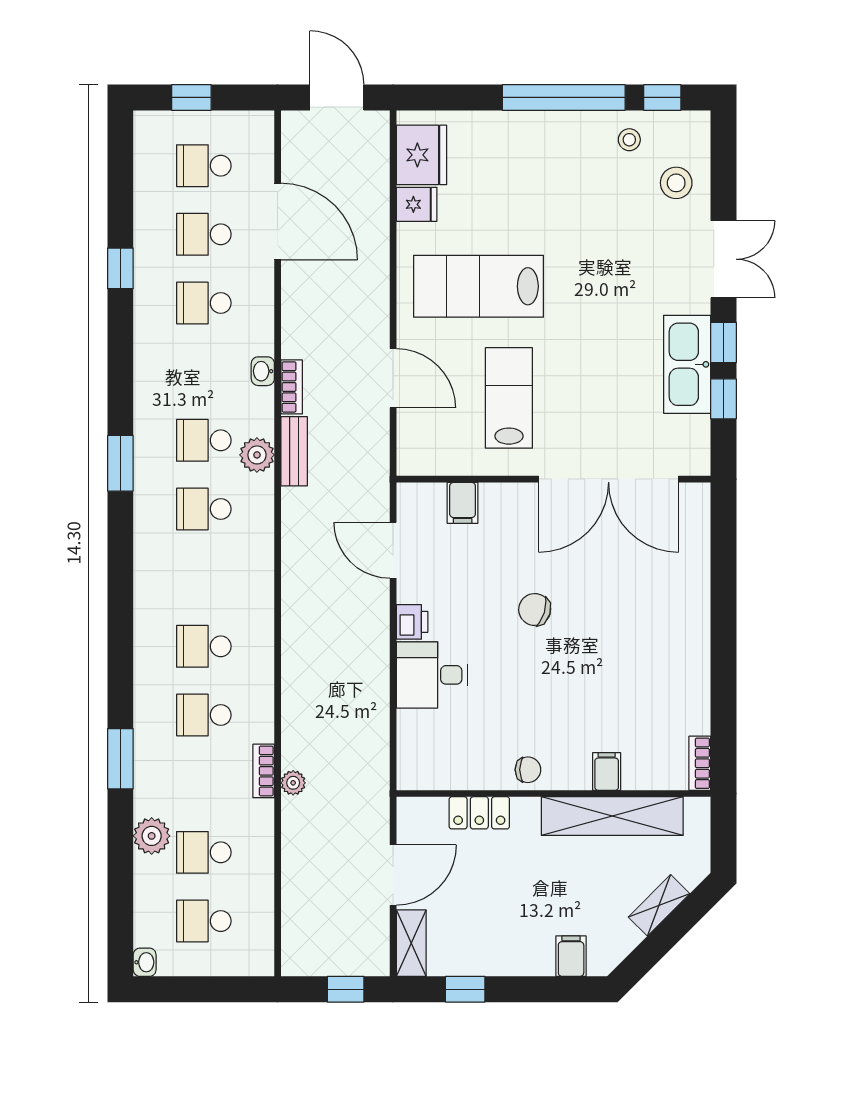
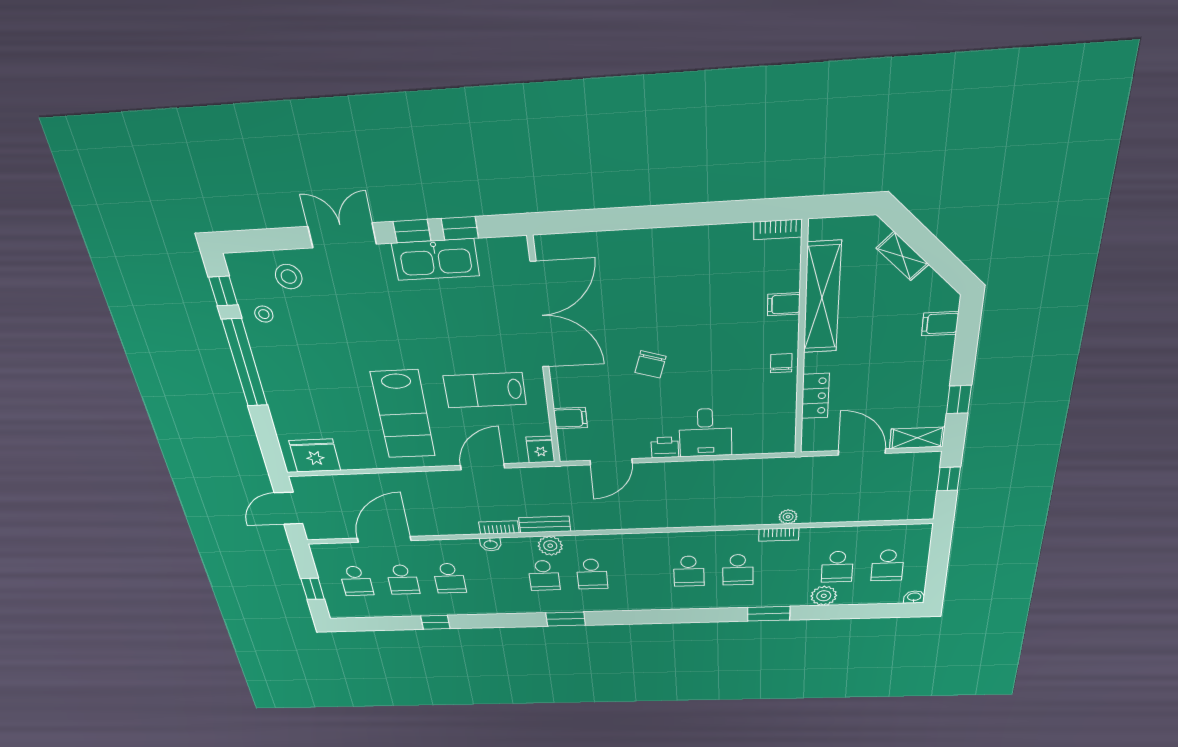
fridge: (417, 204) -> (540, 449), moved

